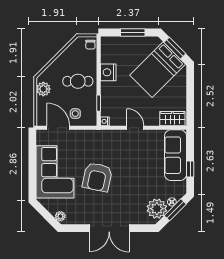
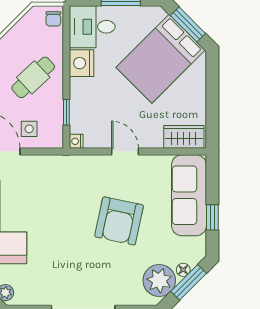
desk: (115, 50) -> (92, 27), added
cafe table: (78, 81) -> (33, 77), turned -43
armchair: (97, 177) -> (119, 221), moved

